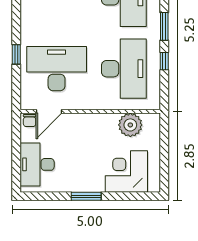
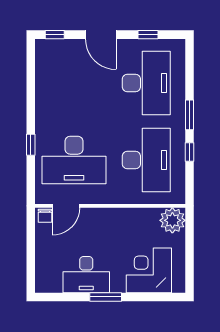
desk: (57, 69) -> (74, 160), turned 180
plant: (130, 125) -> (172, 220), moved
desk: (37, 164) -> (86, 275), moved, turned -90

